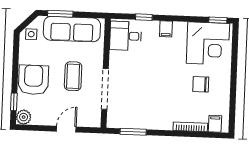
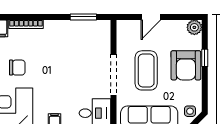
coffee table: (73, 76) -> (146, 70), width x1.36, depth x1.32
doorway: (105, 89) -> (113, 75), moved
window: (14, 102) -> (205, 58), moved

